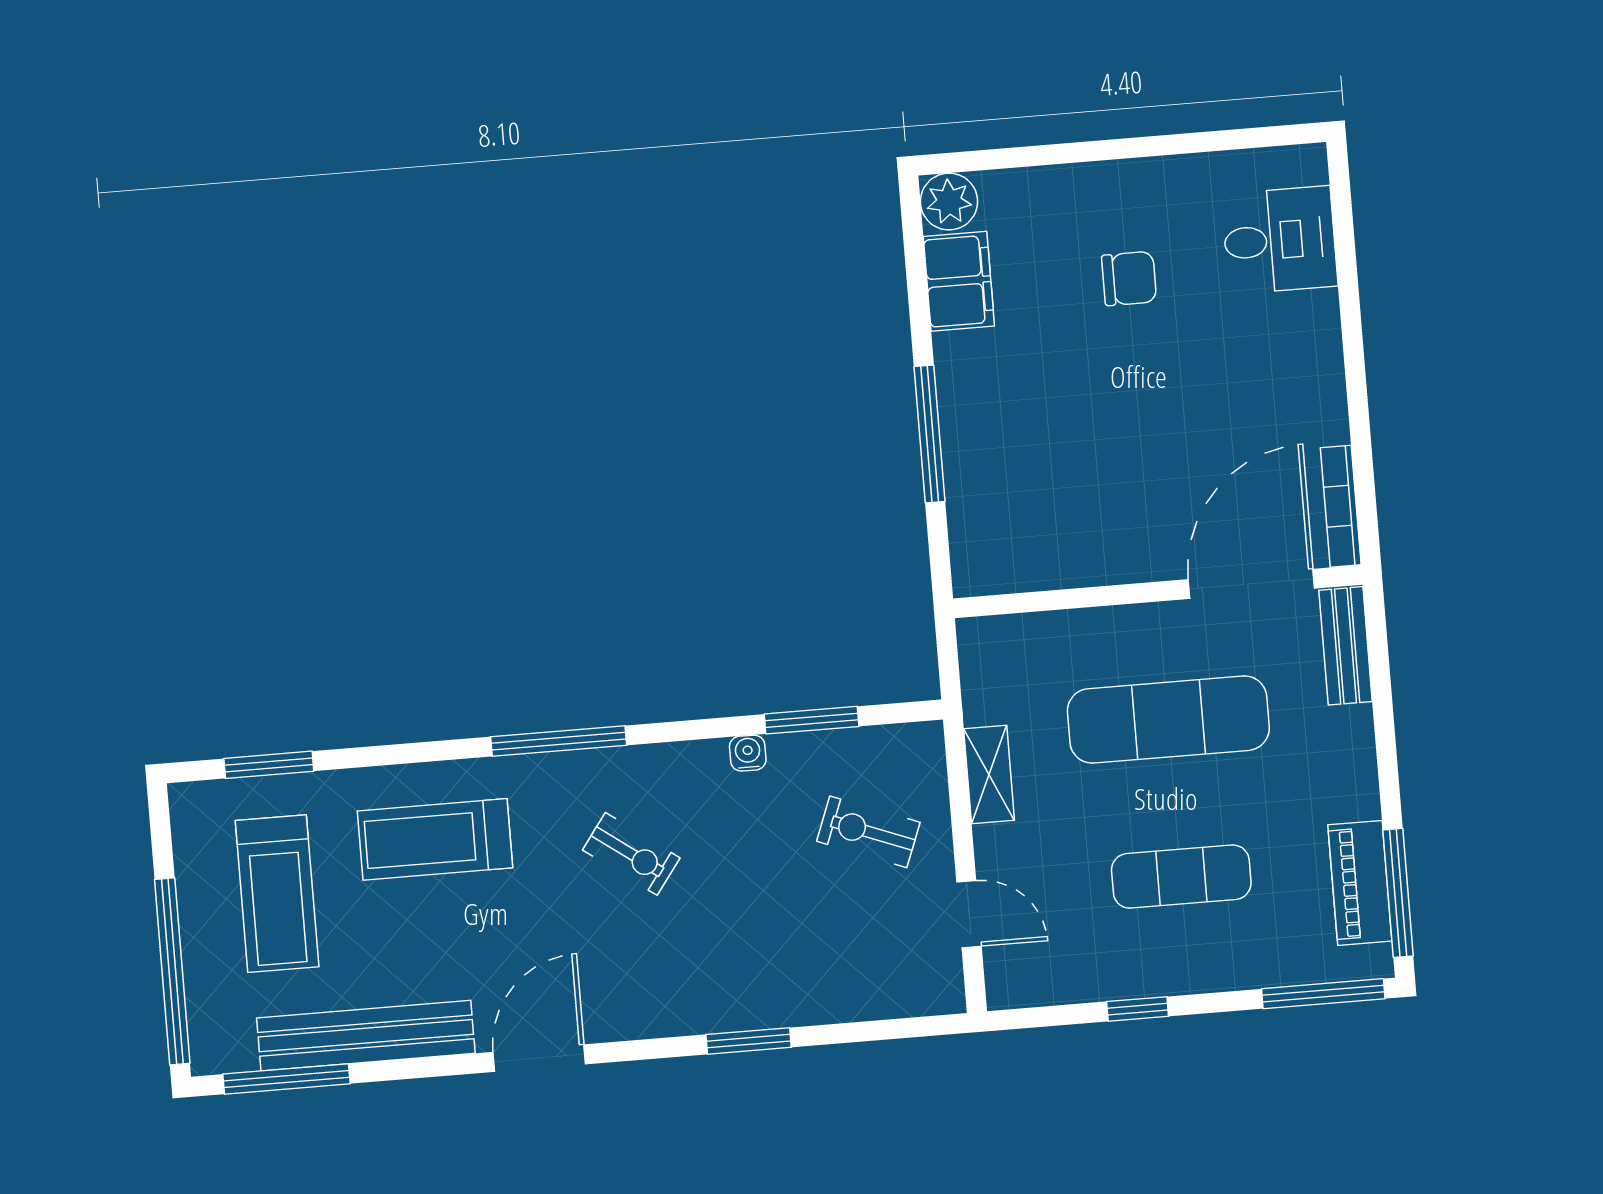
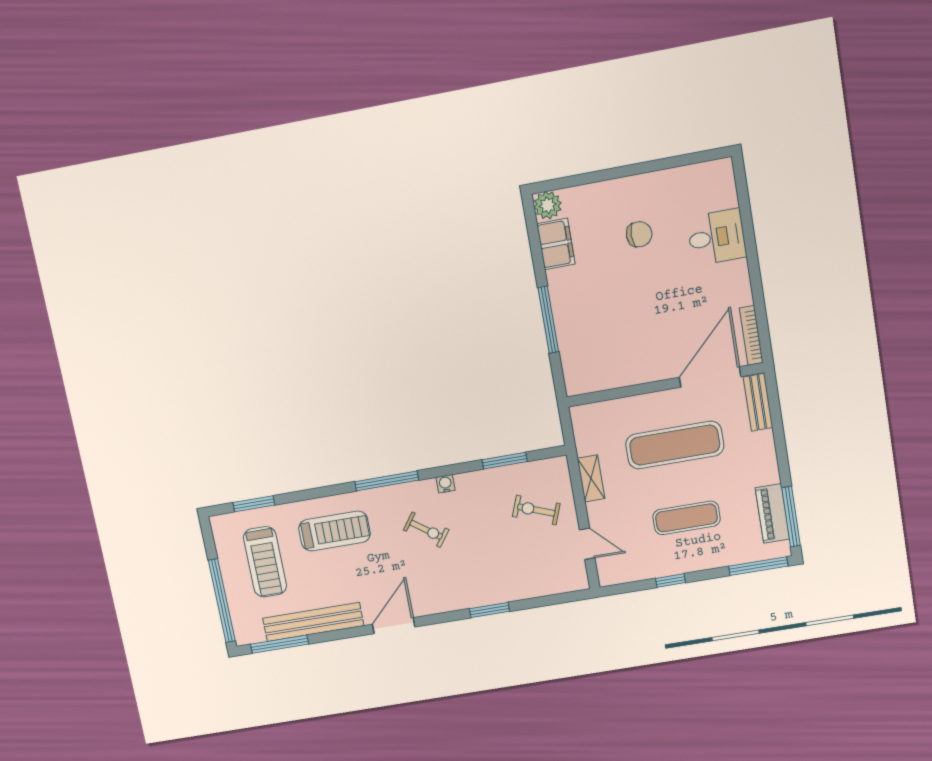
desk: (1280, 240) -> (717, 237), moved
water cooler: (748, 753) -> (445, 484), moved
treadmill: (435, 839) -> (334, 531), turned 180

